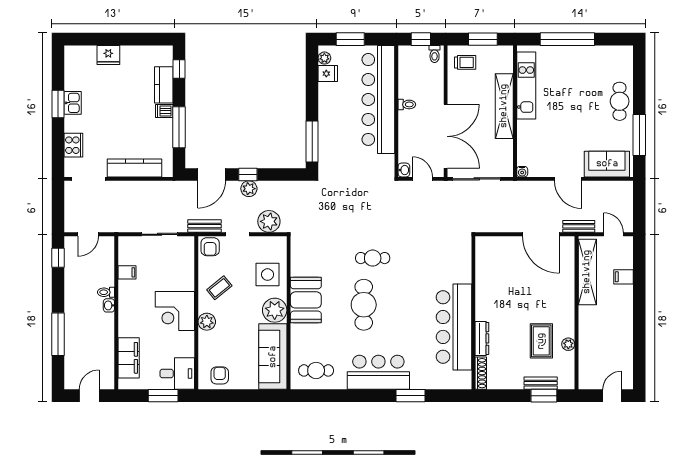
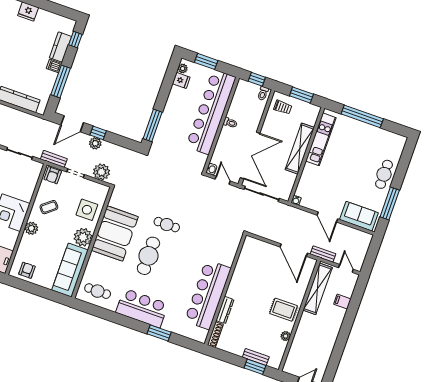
booth: (306, 300) -> (115, 233), width x1.36, depth x1.42
rug: (541, 341) -> (284, 310), moved, turned 90

